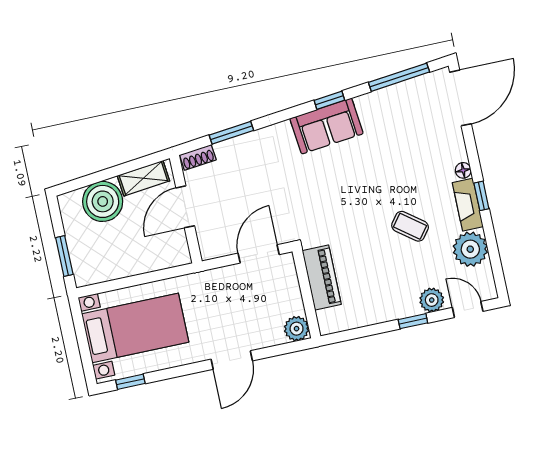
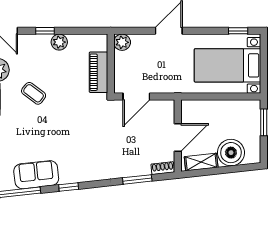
sofa: (327, 126) -> (36, 175), moved
plant: (432, 300) -> (59, 42), moved

